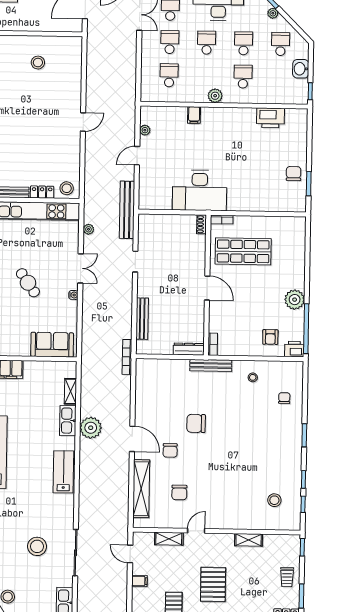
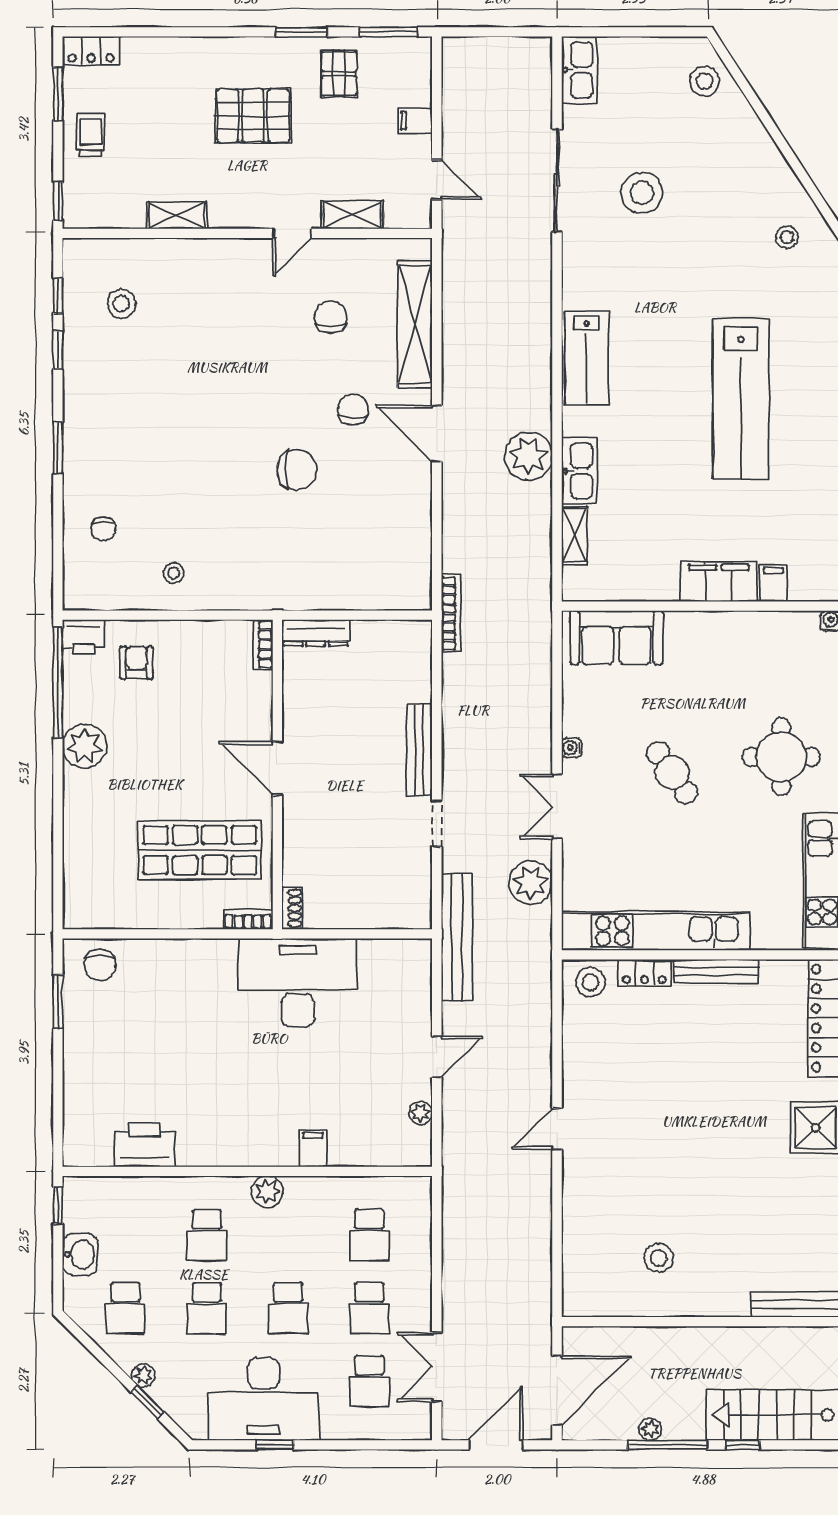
chair: (294, 174) -> (100, 965), moved
plant: (88, 229) -> (531, 883), width x1.87, depth x1.87
bench: (142, 319) -> (419, 750), moved
bench: (211, 365) -> (266, 598), removed
pallet: (213, 584) -> (253, 116), turned 90

